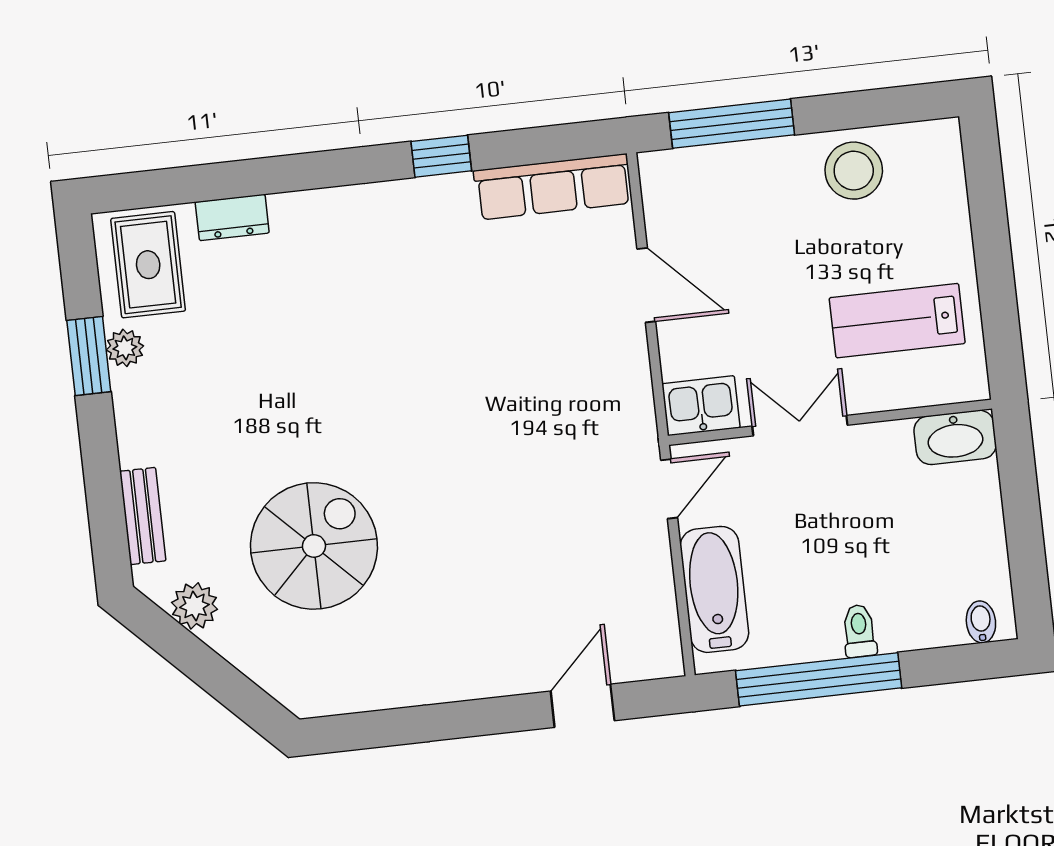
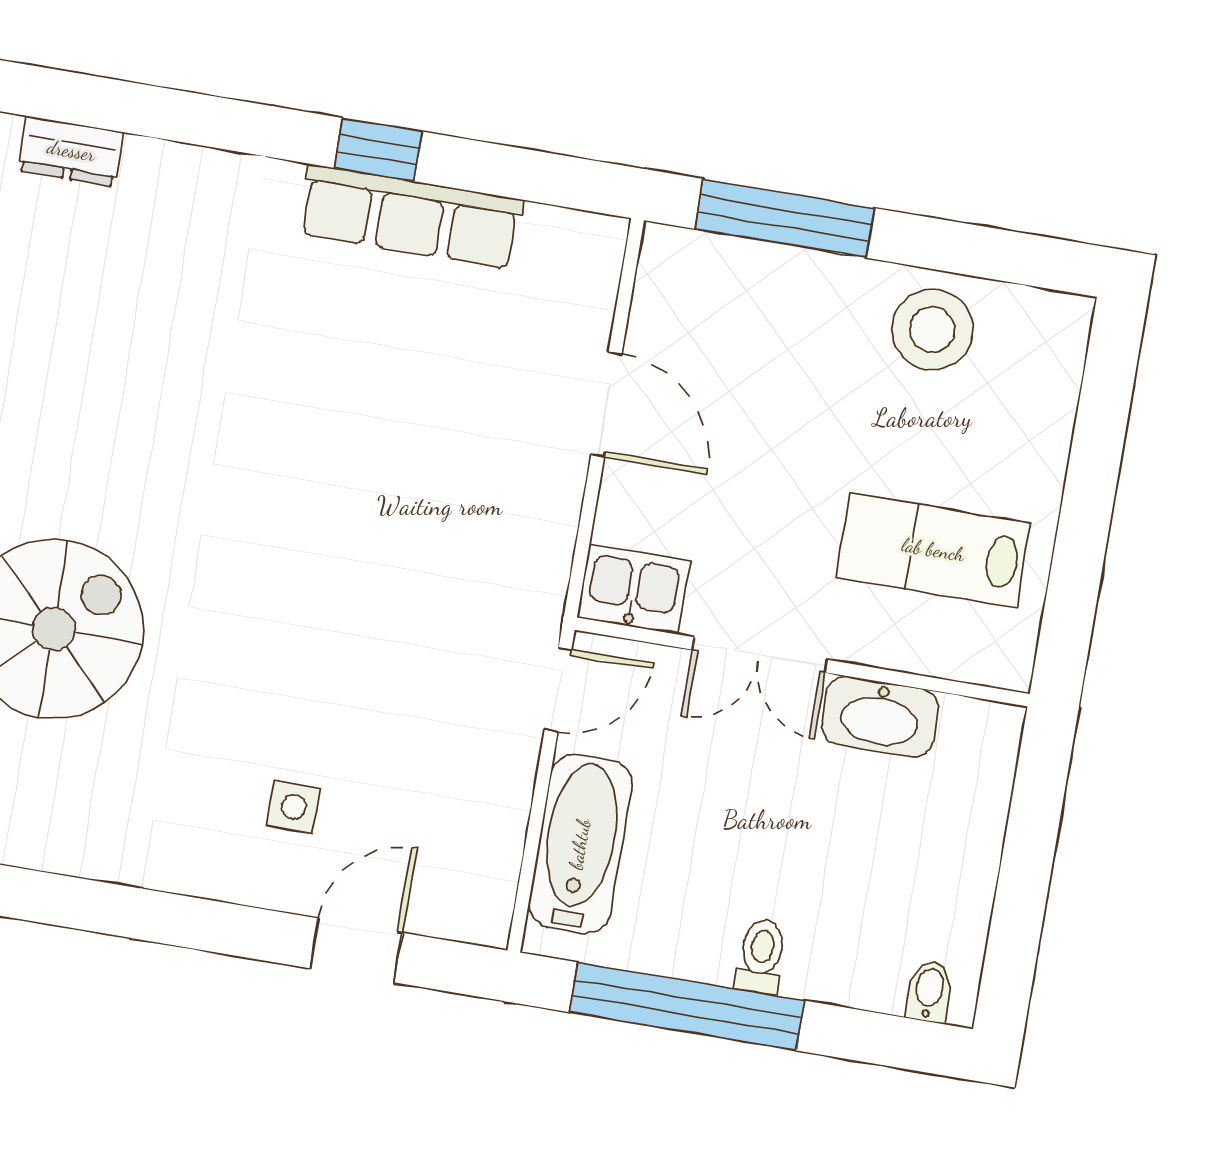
row of seats: (553, 187) -> (411, 217), moved
double door: (800, 426) -> (760, 655), swing flipped
washbasin: (955, 437) -> (880, 717), moved
side table: (512, 620) -> (294, 807), added

